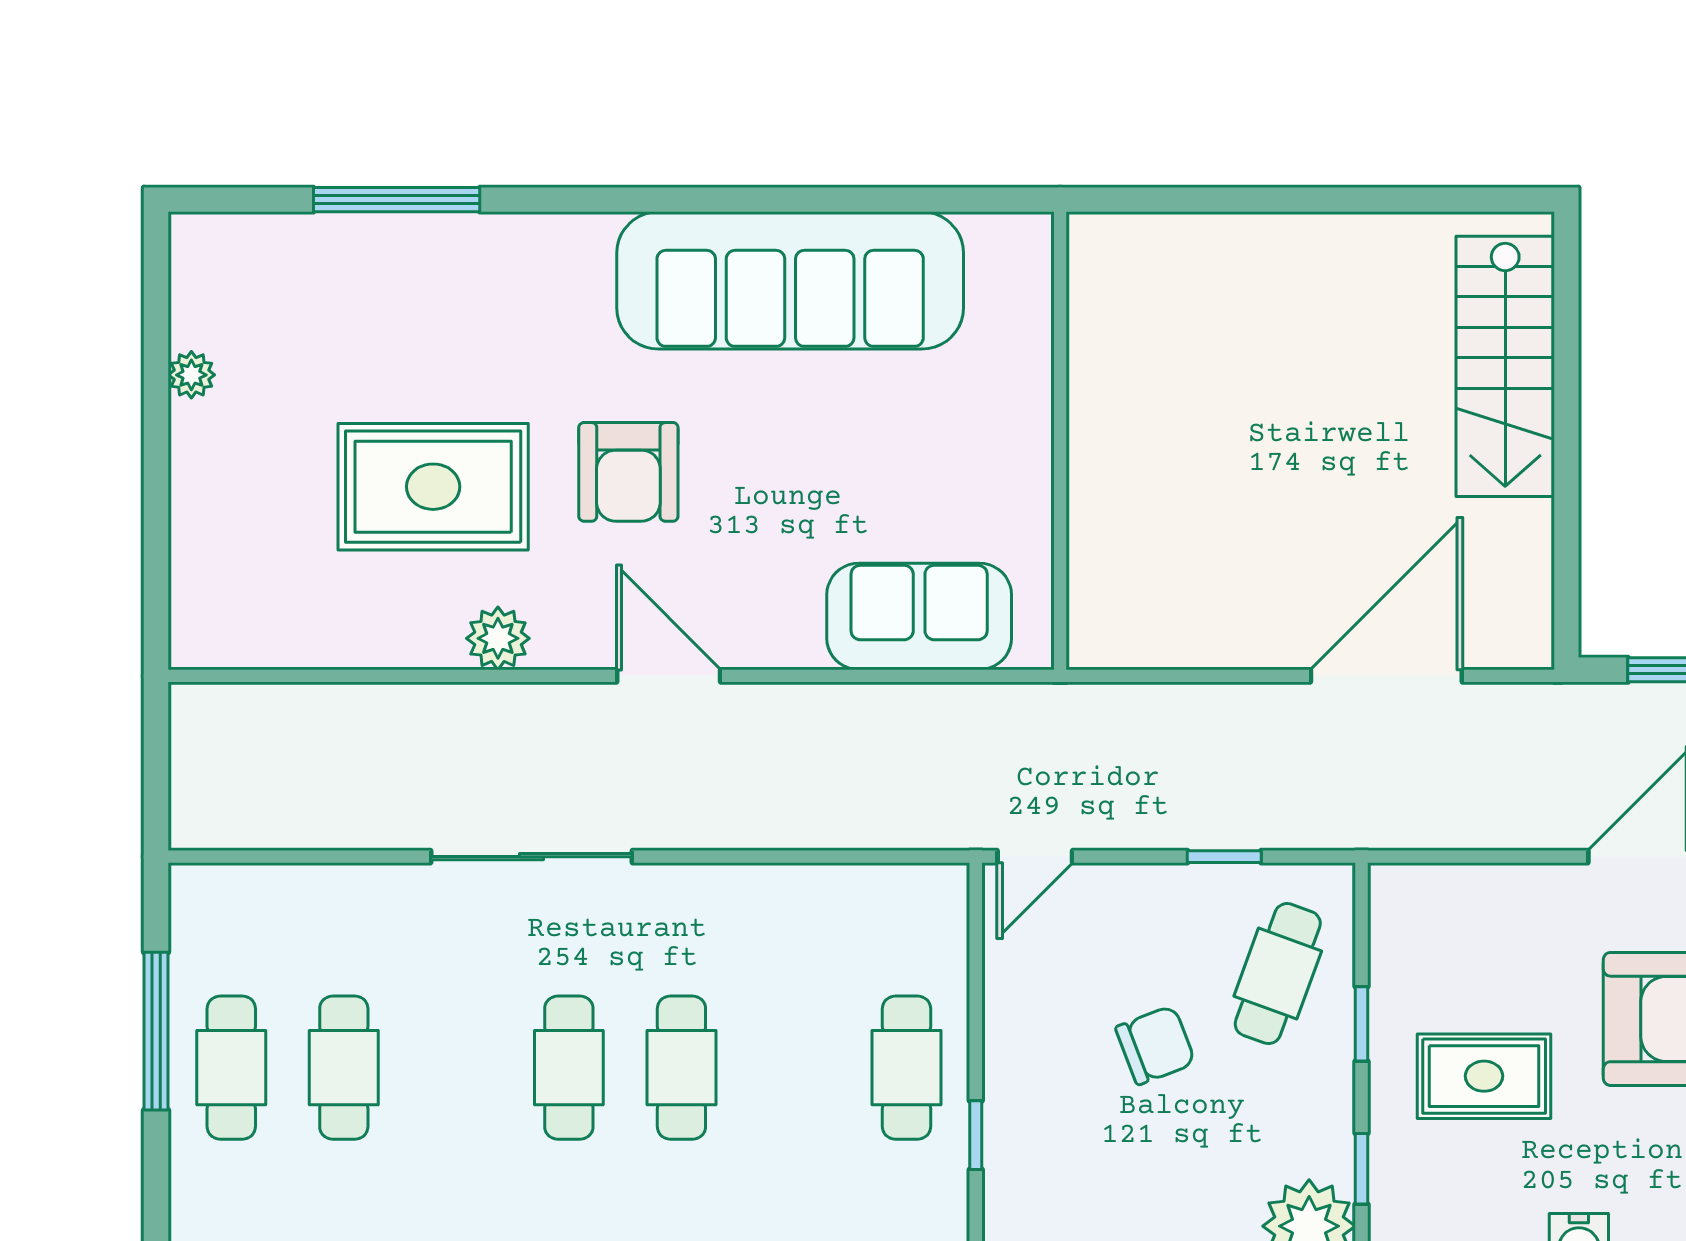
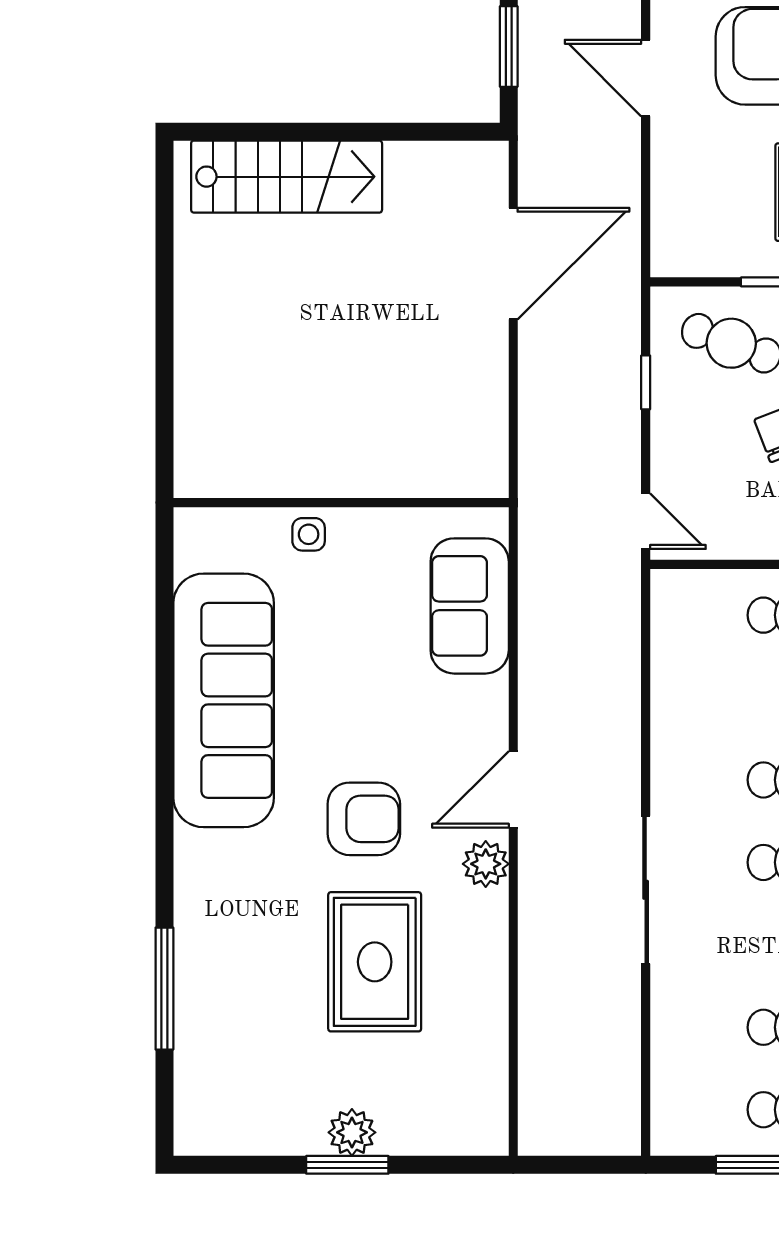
plant: (191, 375) -> (352, 1132), moved, width x1.38, depth x1.38
side table: (1017, 396) -> (309, 534), added
window: (156, 449) -> (347, 1165), added
plant: (498, 638) -> (486, 864), moved
door: (1386, 676) -> (513, 264), swing flipped

